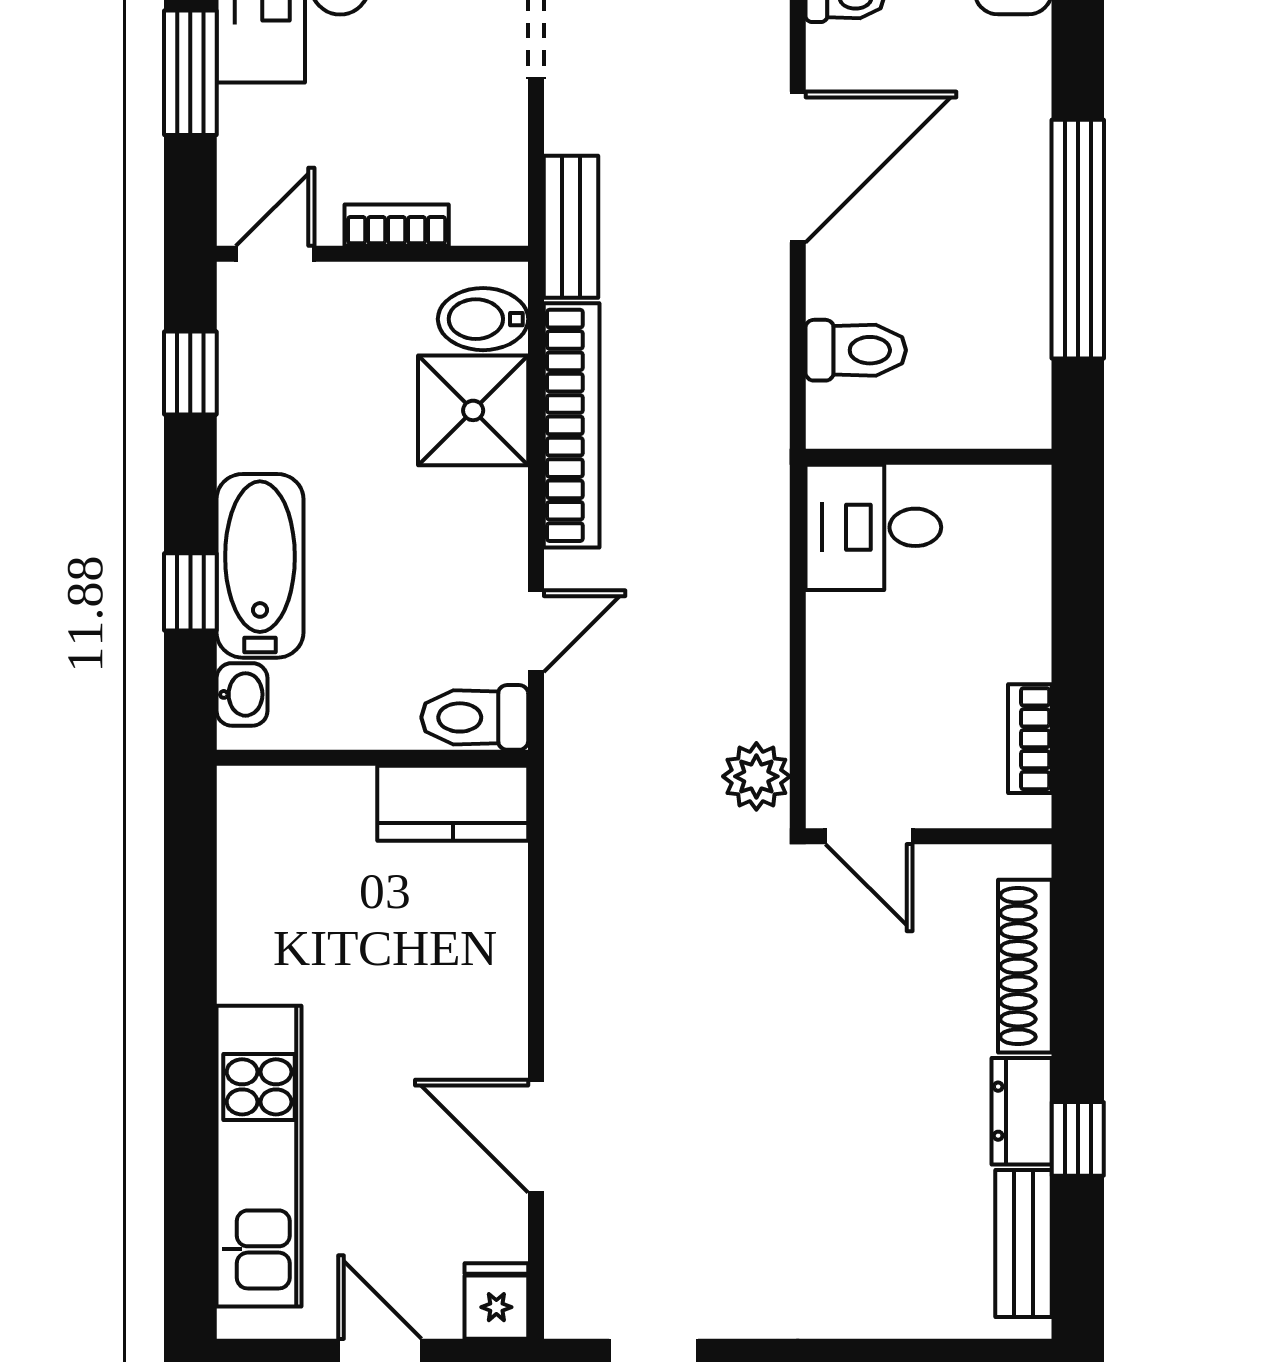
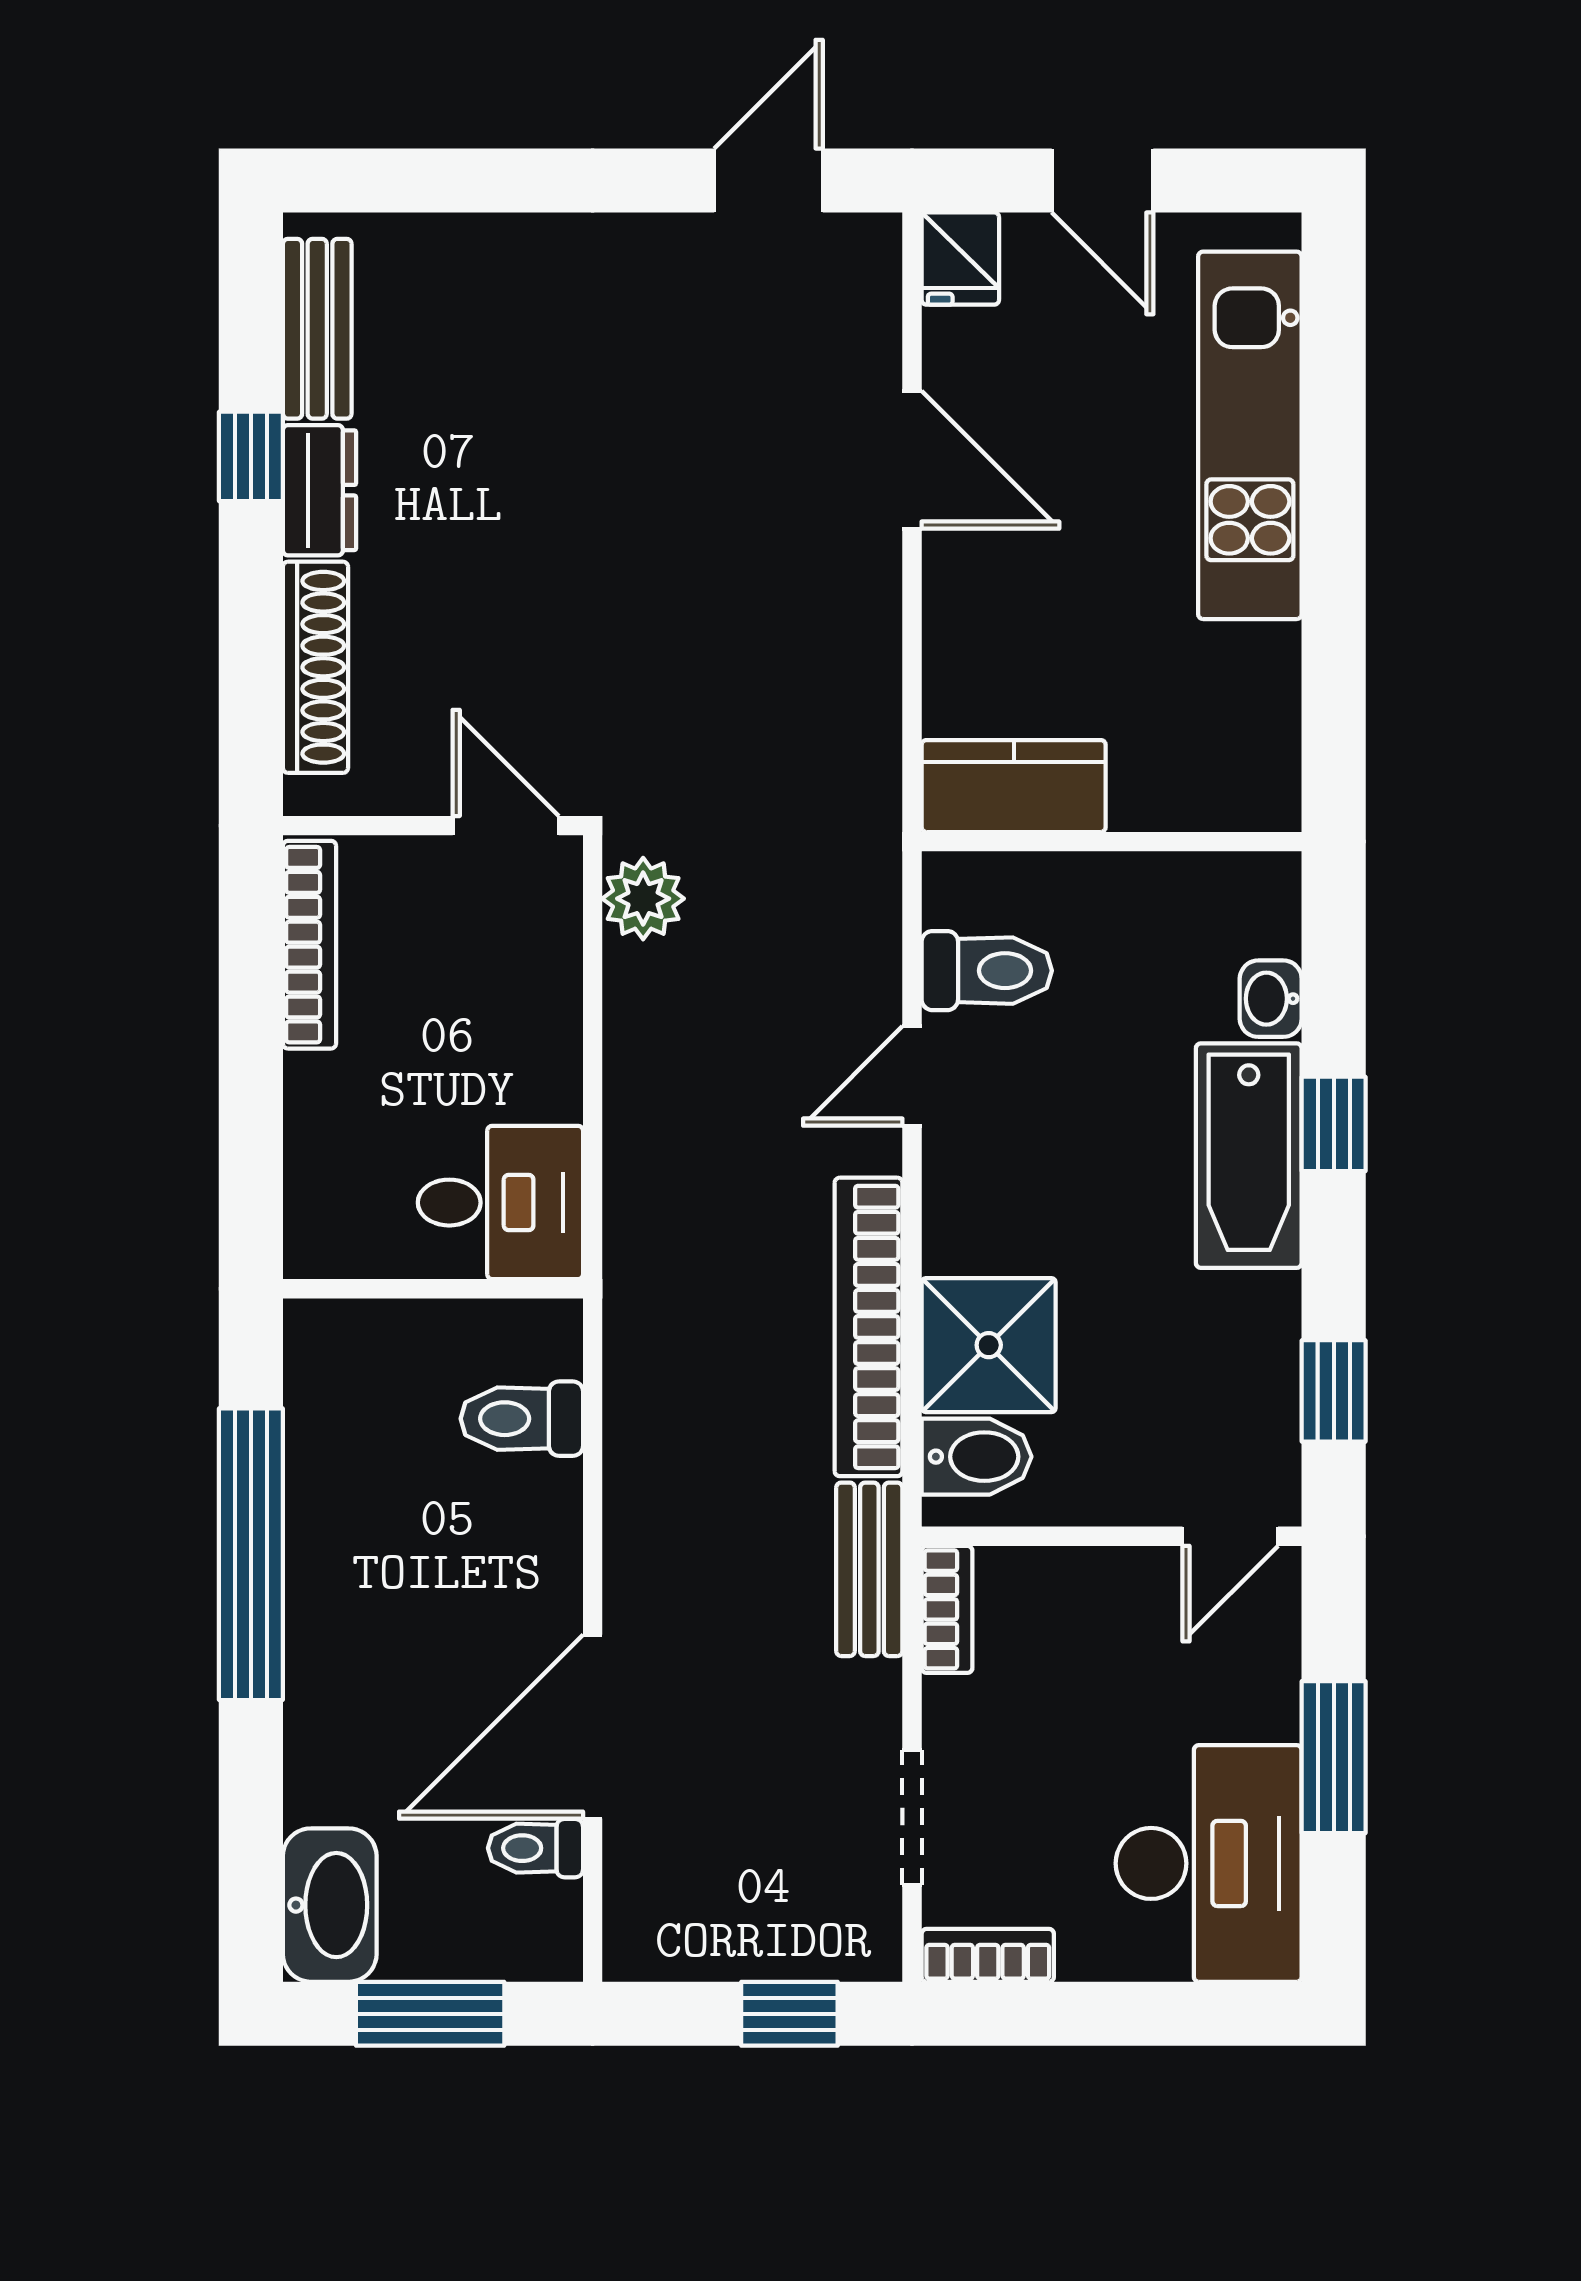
door: (798, 167) -> (593, 1727), moved
bookcase: (397, 225) -> (947, 1609), moved, turned -90
bookcase: (1030, 739) -> (309, 945), width x1.56
wall: (372, 758) -> (1112, 842), moved
kitchen counter: (453, 803) -> (1014, 786), moved

